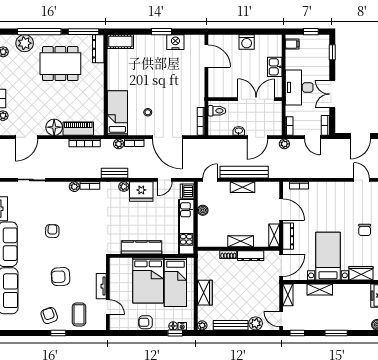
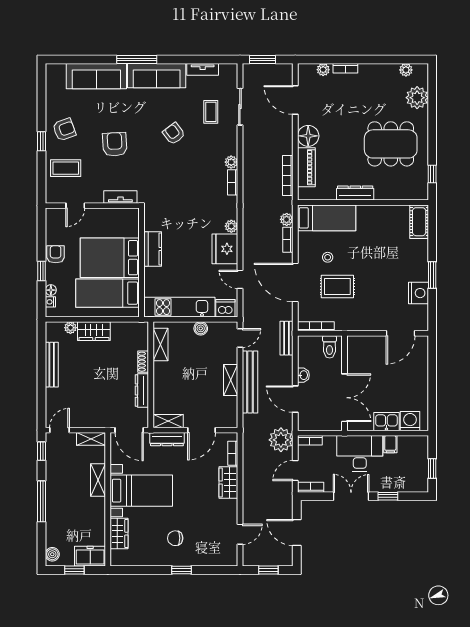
window: (39, 32) -> (432, 117), removed
window: (84, 32) -> (432, 174), width x0.46
washing machine: (247, 42) -> (410, 421), moved, turned 90
filing cabinet: (292, 44) -> (390, 444), moved
dresser: (98, 49) -> (355, 193), moved
window: (332, 52) -> (388, 496), moved
dining table: (60, 64) -> (391, 144), turned 90
rug: (170, 105) -> (337, 286), added
door: (167, 137) -> (295, 282), hinge flipped
plant: (284, 144) -> (281, 440), width x1.88, depth x1.88
bench: (115, 173) -> (287, 338), moved
door: (210, 180) -> (240, 338), hinge flipped
wardrobe: (322, 189) -> (228, 482), added
coffee table: (36, 202) -> (211, 112), added
armchair: (52, 231) -> (174, 134), turned -129
shelving: (241, 241) -> (160, 344), moved
kitchen counter: (141, 247) -> (153, 249), width x0.67
tv unit: (101, 286) -> (120, 197), moved
plant: (256, 323) -> (54, 397), removed
plant: (202, 325) -> (70, 328), moved
window: (175, 333) -> (42, 271), moved
window: (336, 333) -> (42, 501), width x1.44

